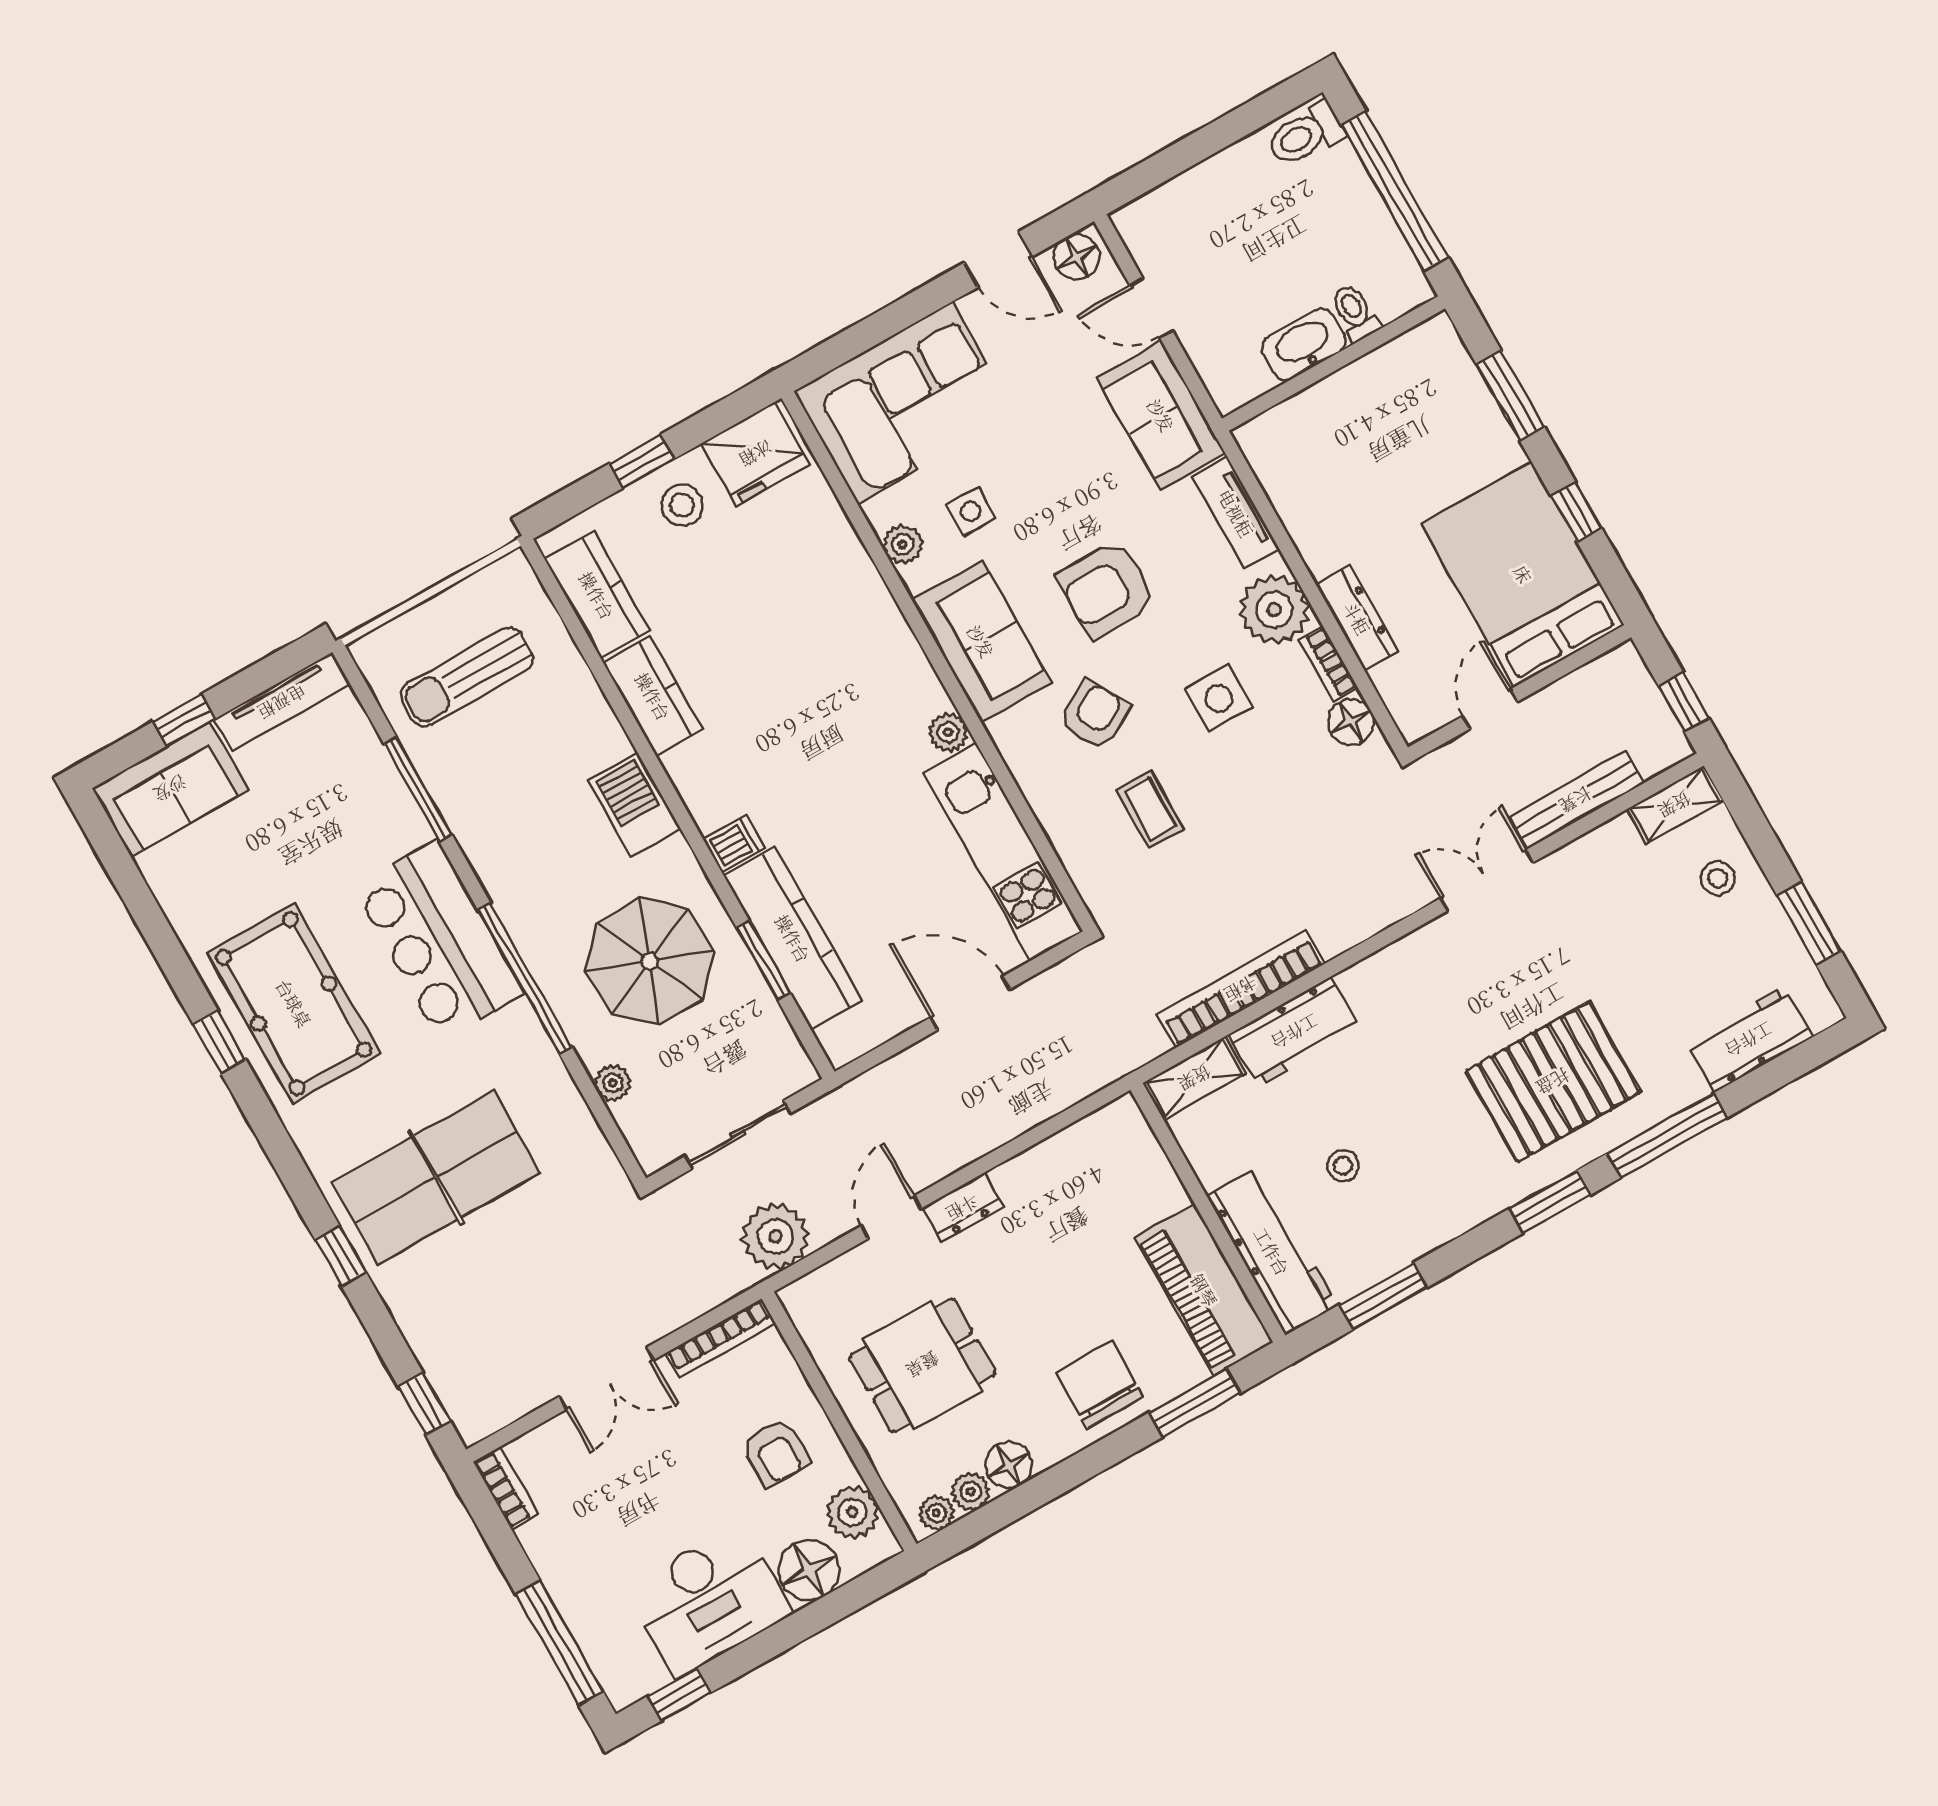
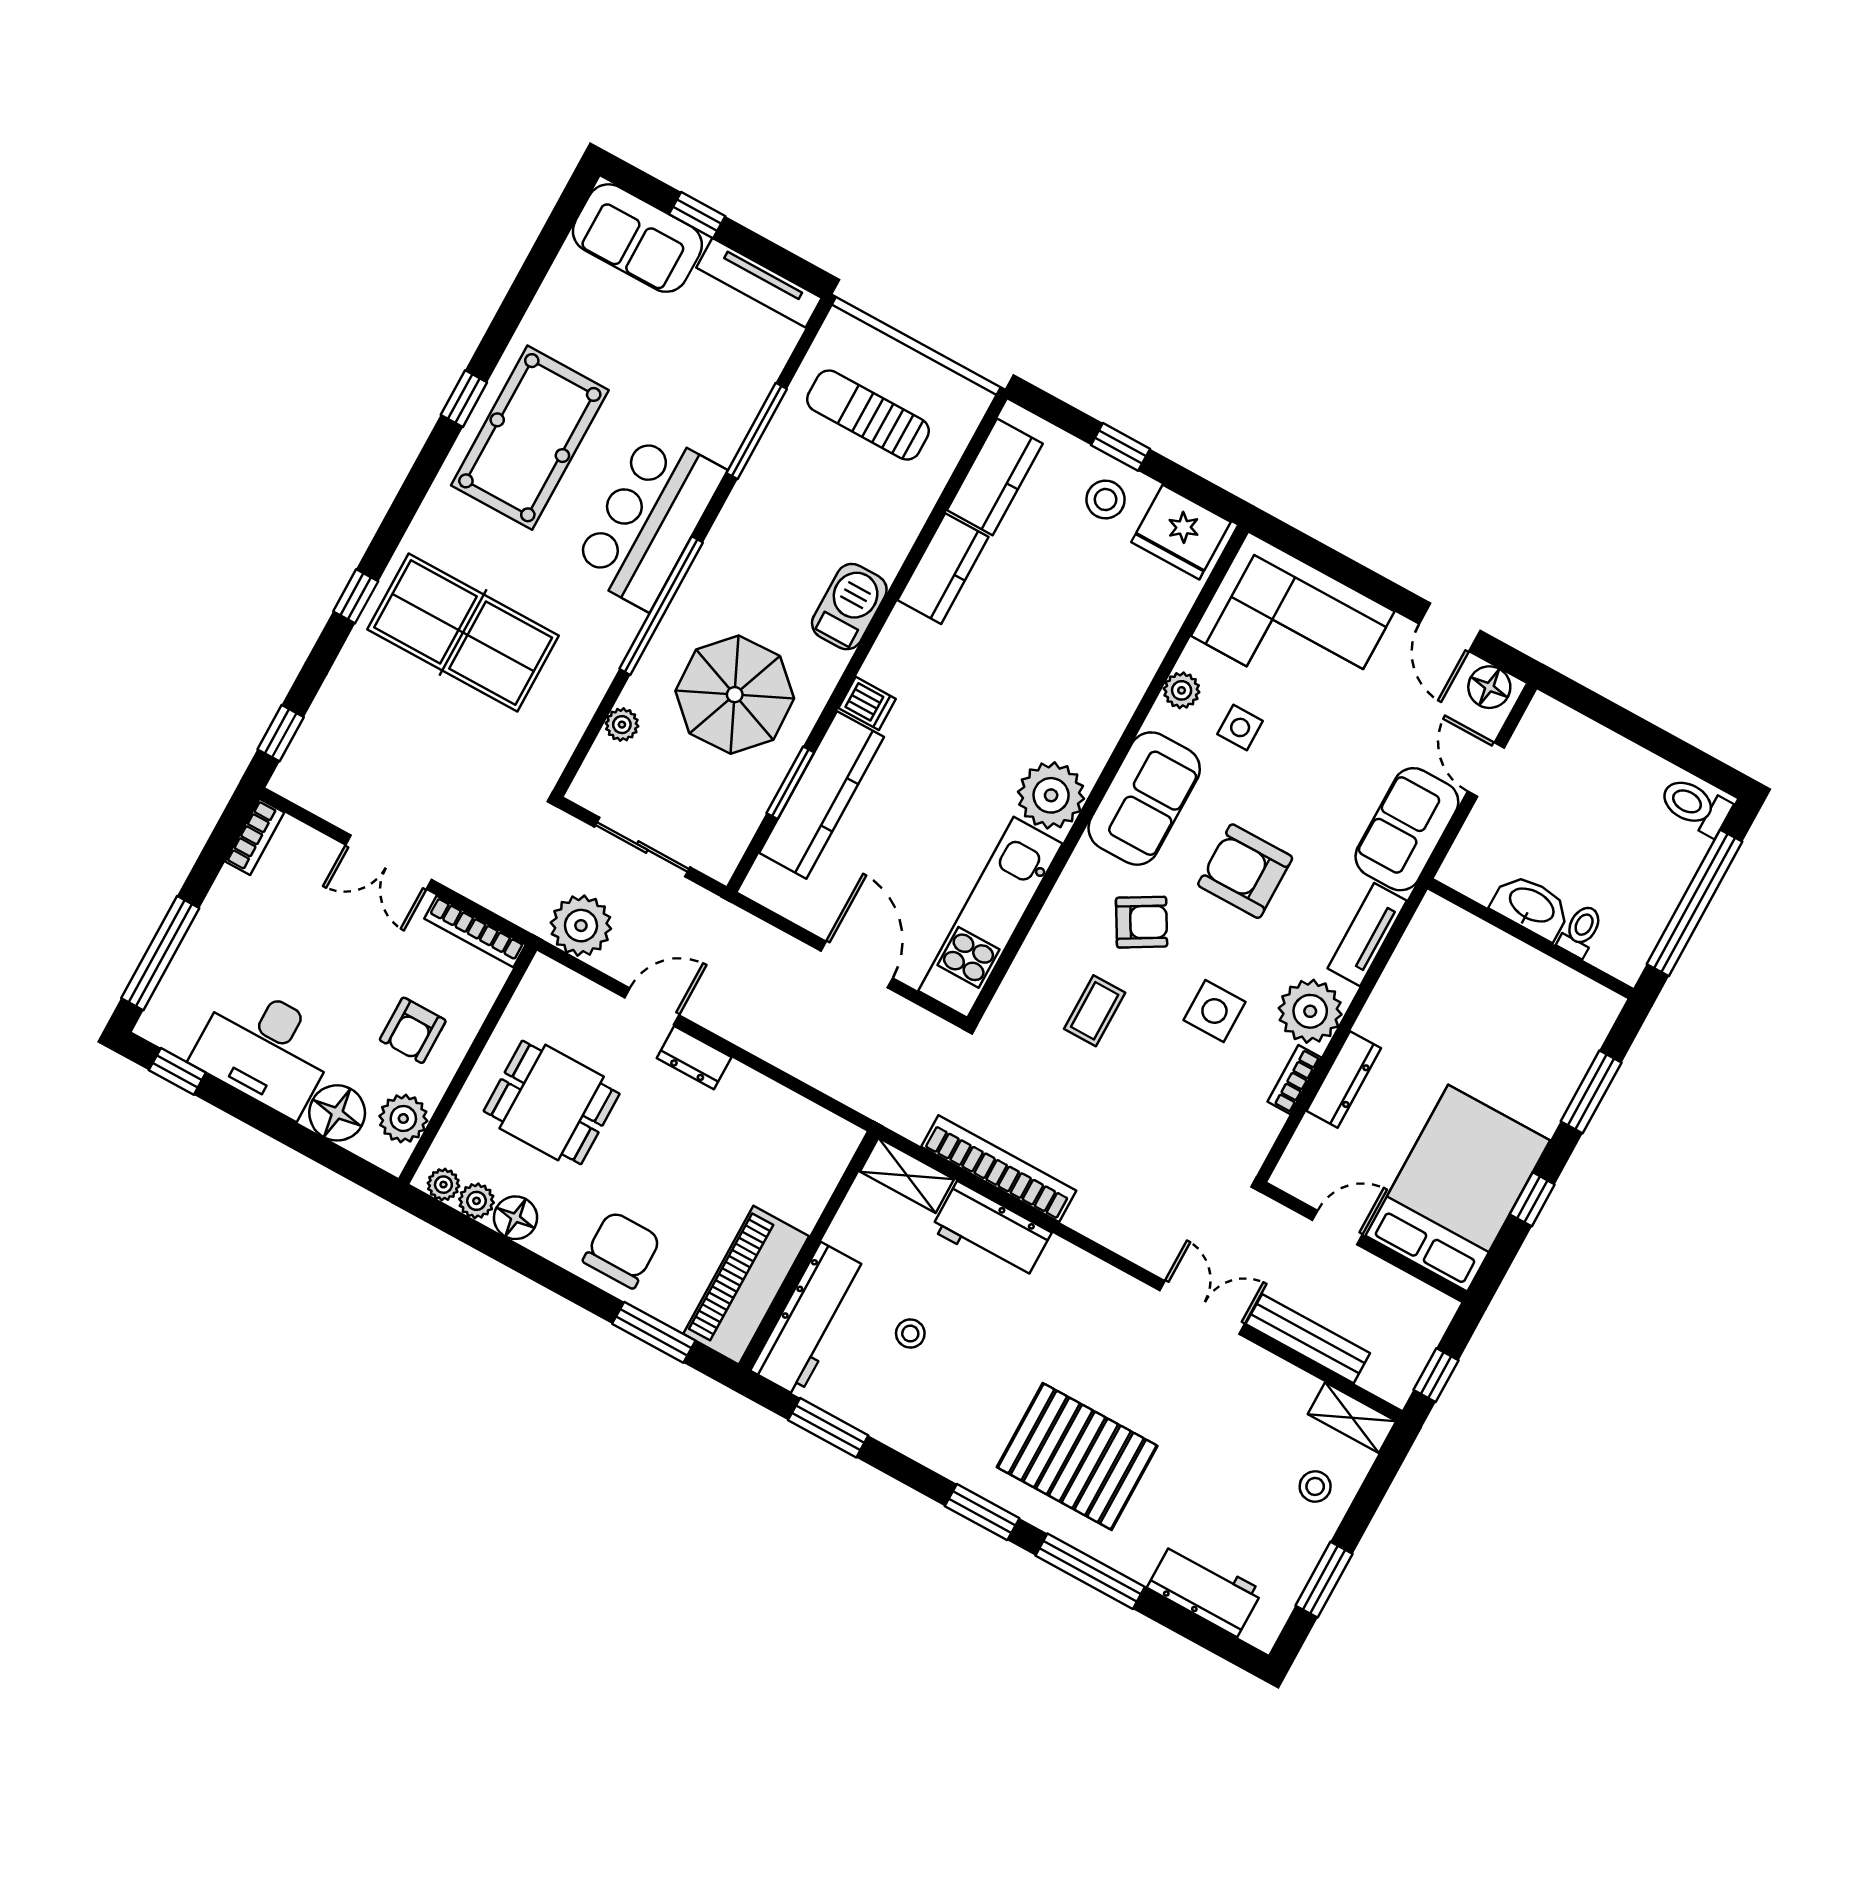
floor lamp: (1351, 722) -> (1260, 1125), removed
plant: (948, 732) -> (1051, 795), width x1.87, depth x1.87

